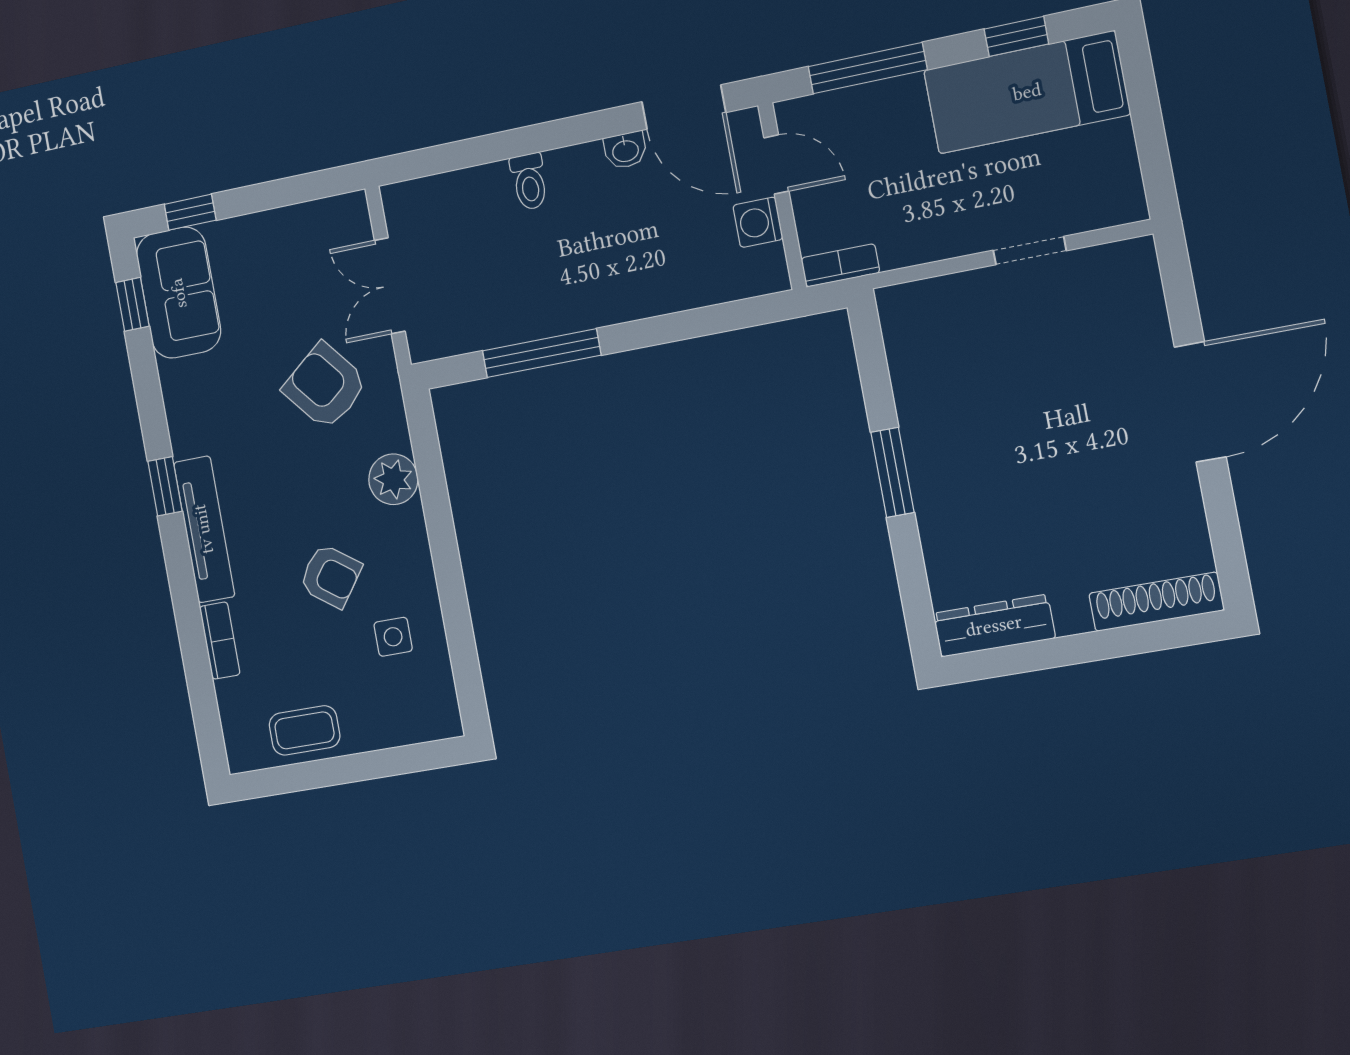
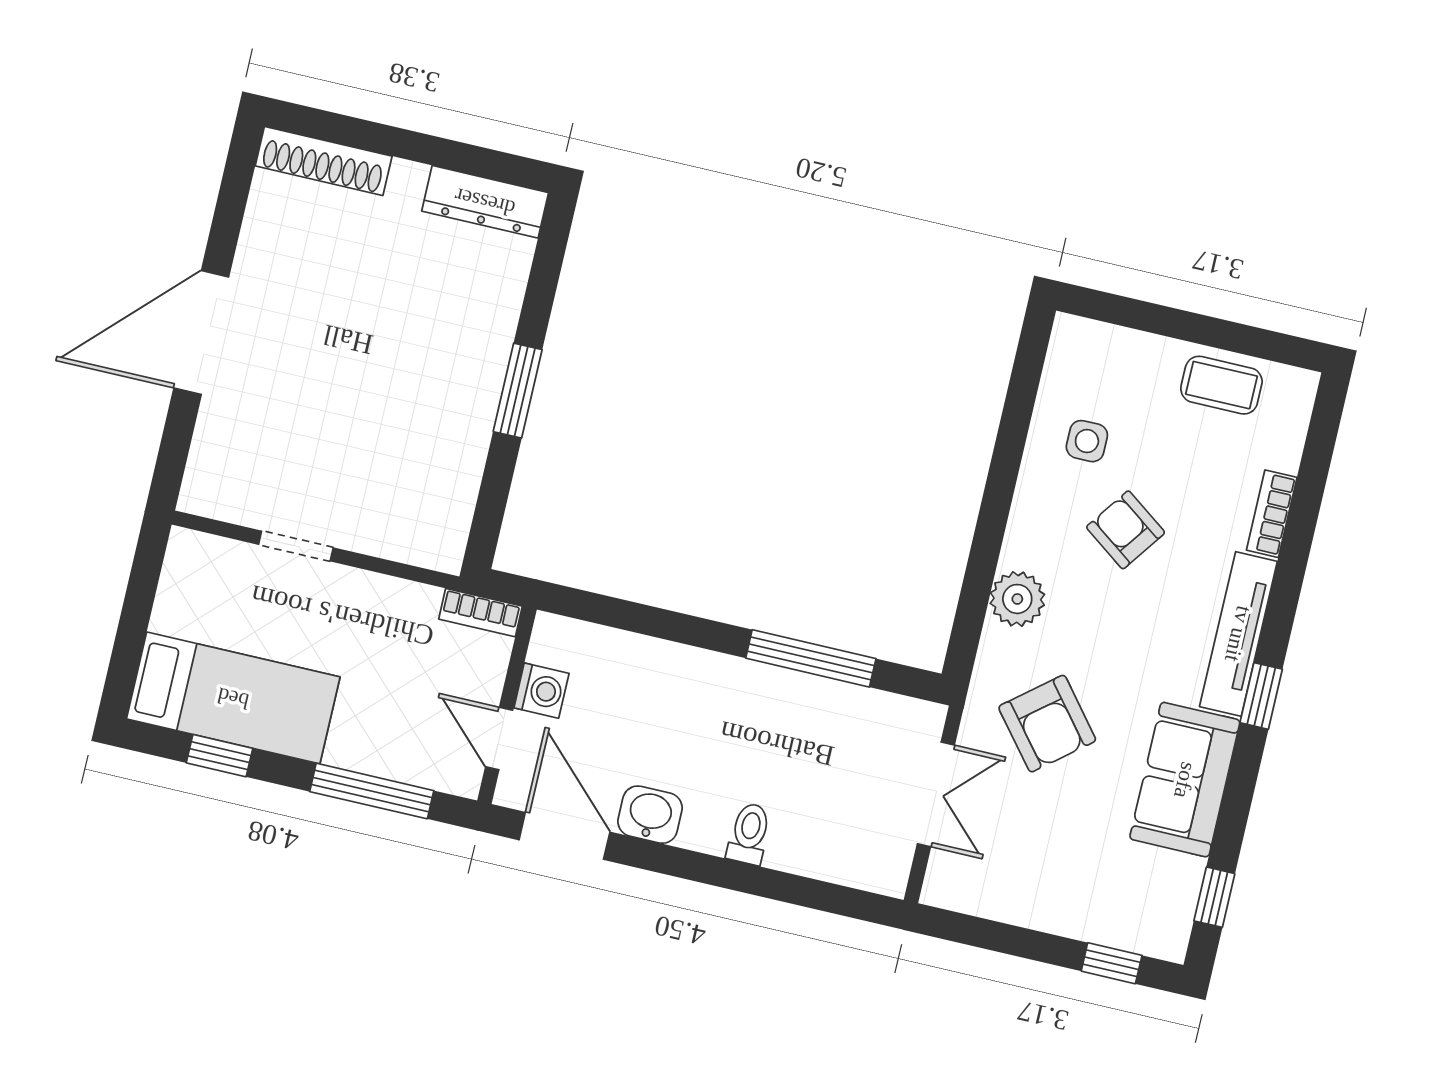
washbasin: (625, 150) -> (650, 815), width x1.38, depth x1.45
sofa: (179, 293) -> (1185, 780), moved

